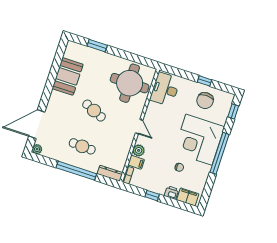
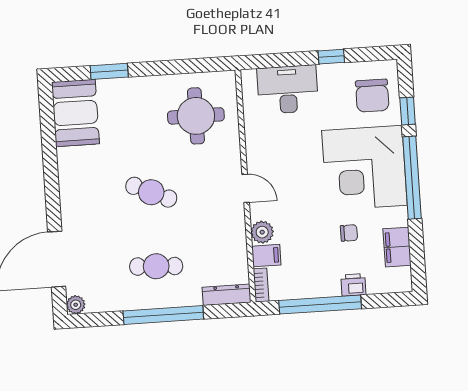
booth: (68, 76) -> (75, 113), moved
round table: (130, 83) -> (196, 116), width x0.73, depth x0.73
desk: (165, 89) -> (288, 89), moved, turned 90
chair: (205, 101) -> (372, 96), moved
window: (233, 111) -> (408, 111), moved
window: (152, 196) -> (320, 305), width x3.17
filing cabinet: (188, 197) -> (397, 247), moved, turned -90

